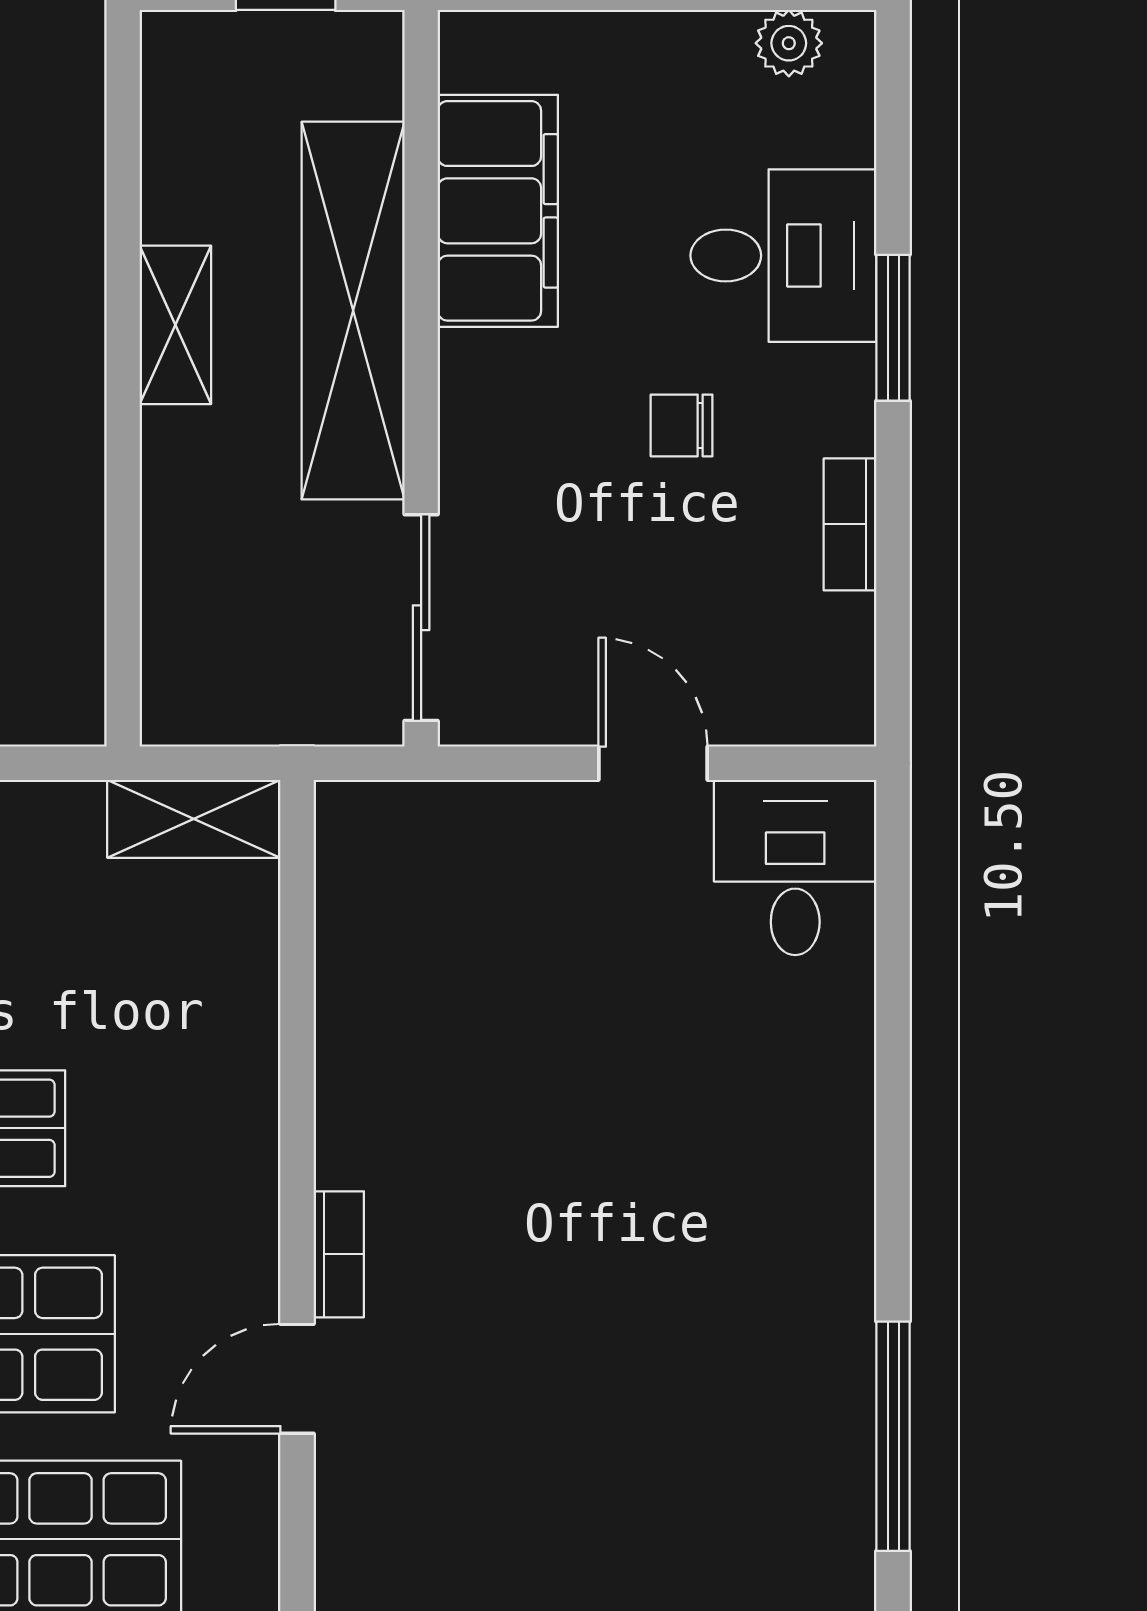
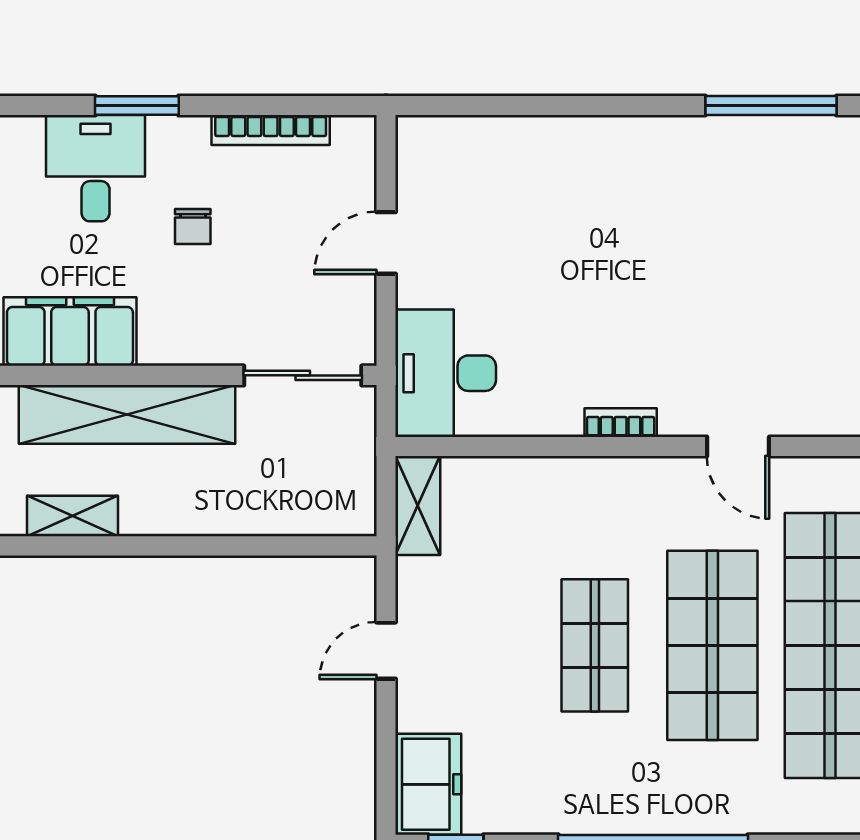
shelving: (175, 325) -> (73, 516), moved
bookcase: (850, 524) -> (271, 130), width x1.56
desk: (795, 867) -> (446, 373), moved, width x1.37
bookcase: (339, 1254) -> (621, 423), moved

